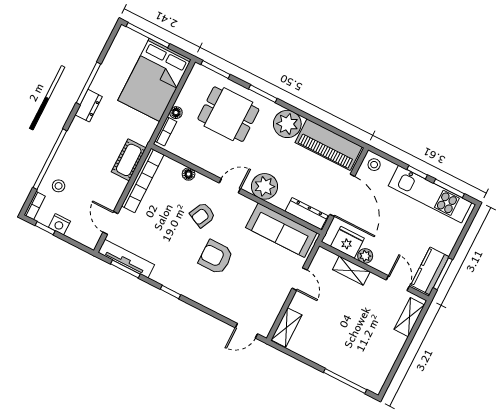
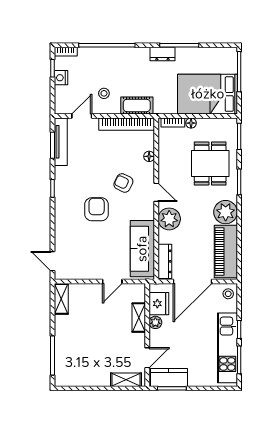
stool: (59, 186) -> (104, 93), moved
shelving: (287, 327) -> (61, 299), moved, turned 90

